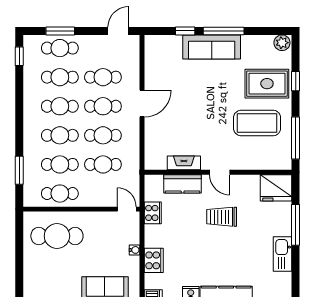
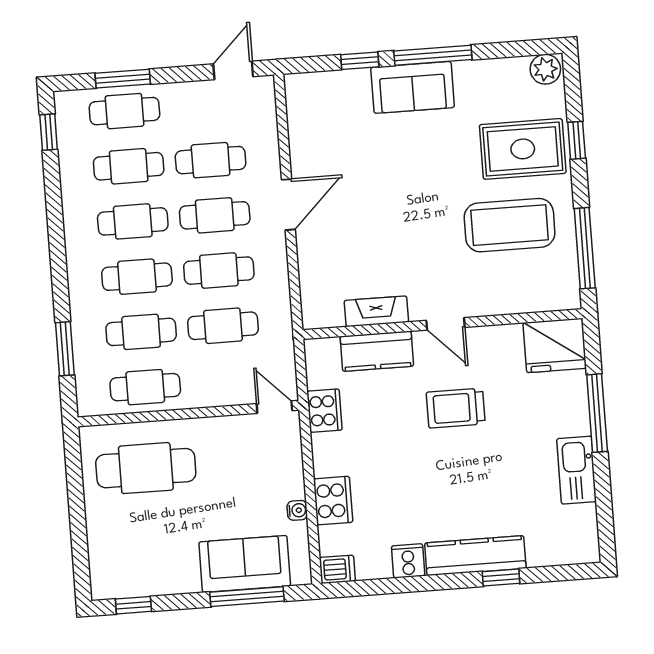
sofa: (212, 47) -> (413, 87), width x0.73
water cooler: (135, 250) -> (297, 510), moved

